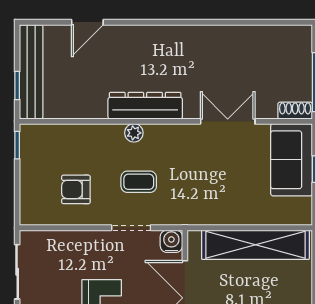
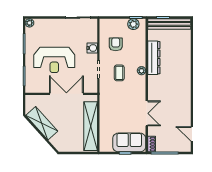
door: (87, 22) -> (192, 134), moved
dresser: (145, 106) -> (154, 58), moved
plant: (32, 151) -> (133, 24), added
water cooler: (171, 241) -> (92, 48), moved

